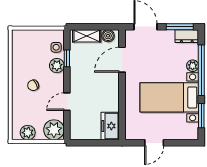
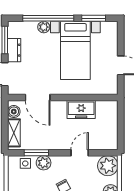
dresser: (187, 36) -> (14, 50), moved
window: (67, 58) -> (36, 153), width x1.50
door: (67, 102) -> (80, 153), swing flipped
freezer: (110, 126) -> (81, 109), moved

